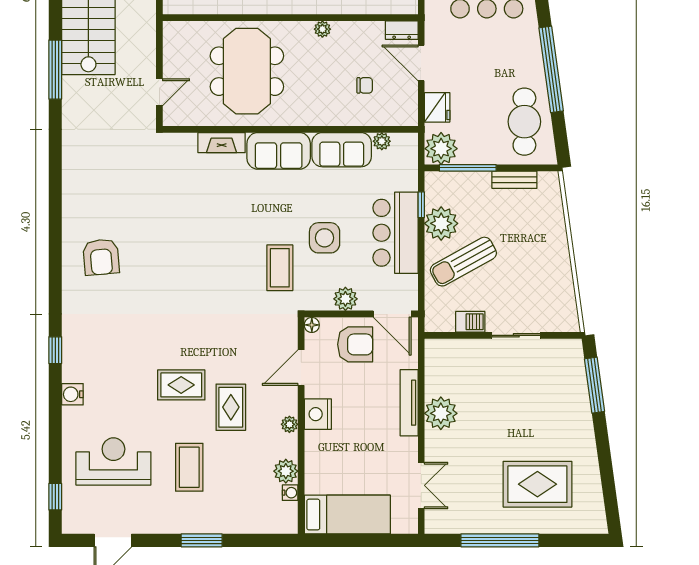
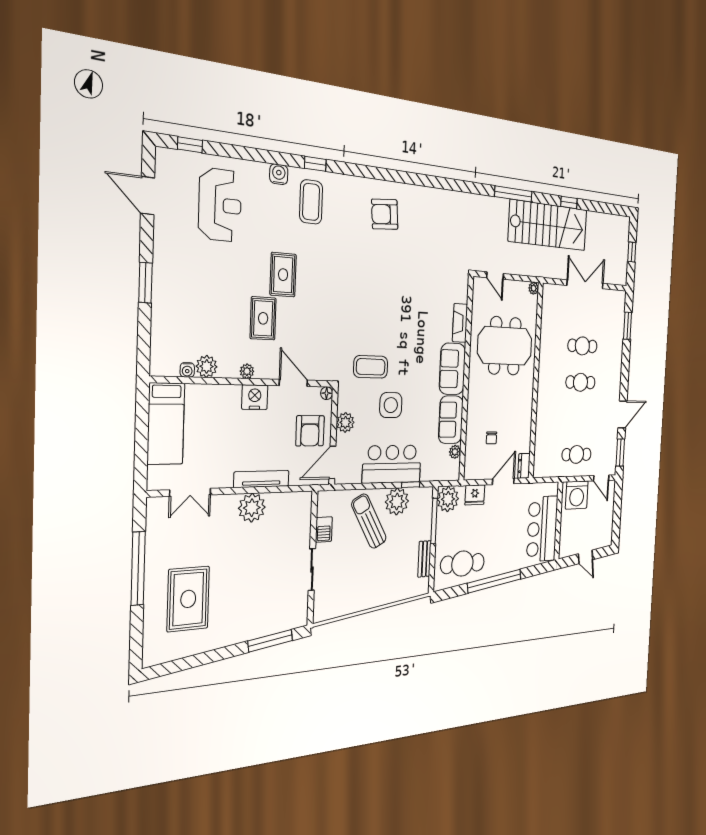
plant: (322, 29) -> (534, 288), moved
rug: (231, 407) -> (263, 318), turned 90
coffee table: (189, 467) -> (311, 202), moved, turned 90

